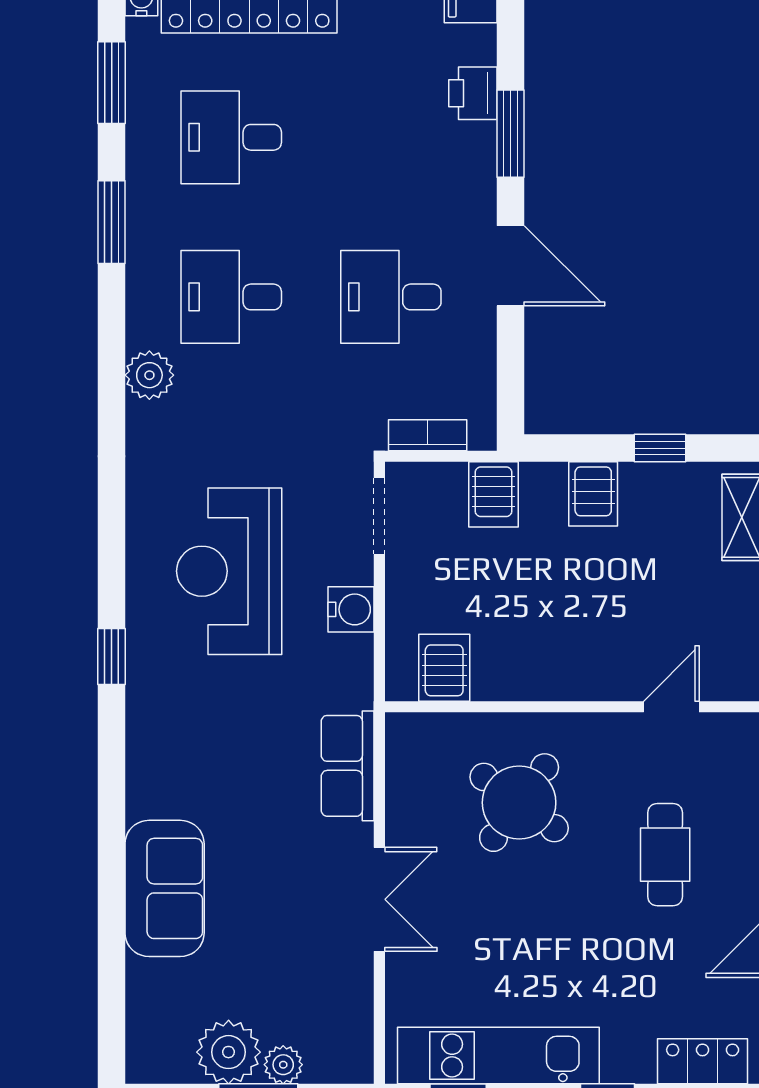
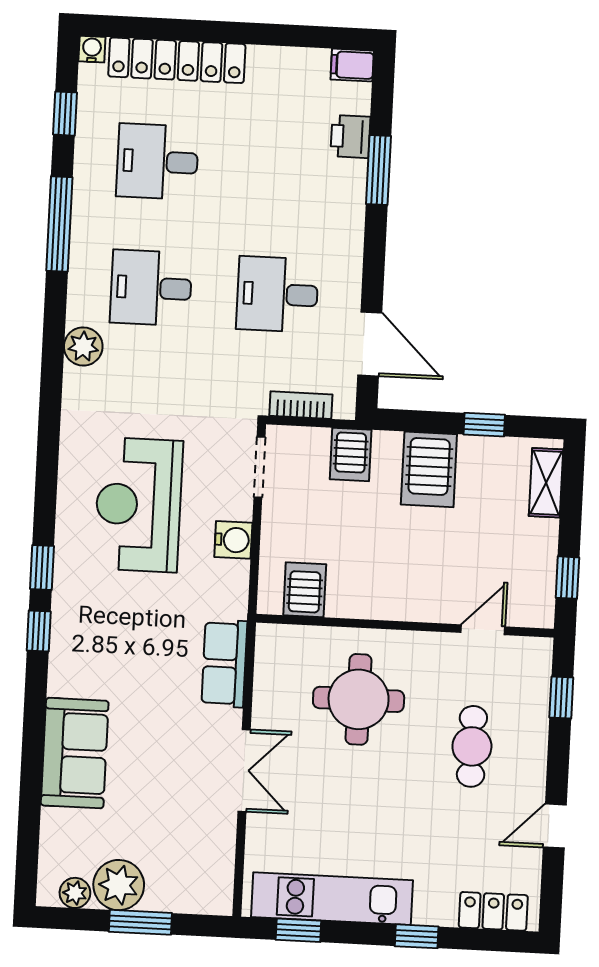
window: (112, 83) -> (65, 114), width x0.67
window: (112, 222) -> (59, 224), width x1.44
door: (511, 266) -> (370, 344), moved
server rack: (593, 494) -> (429, 469), width x1.36, depth x1.44
window: (112, 737) -> (39, 631), added
round table: (519, 803) -> (359, 699), turned -36
plant: (283, 1065) -> (75, 893), moved

